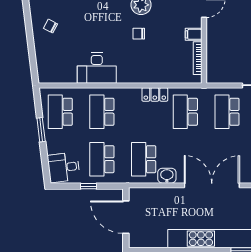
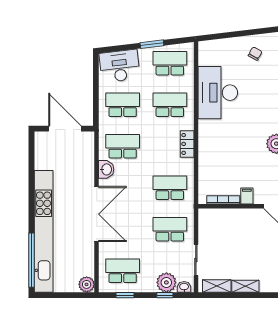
chair: (139, 34) -> (248, 141), removed
desk: (97, 68) -> (218, 93), width x1.36, depth x1.30
locker: (155, 94) -> (187, 144), moved
desk: (64, 167) -> (120, 66), width x1.37
window: (88, 186) -> (96, 91), removed
door: (126, 217) -> (65, 129), hinge flipped

